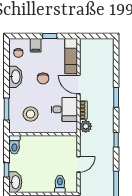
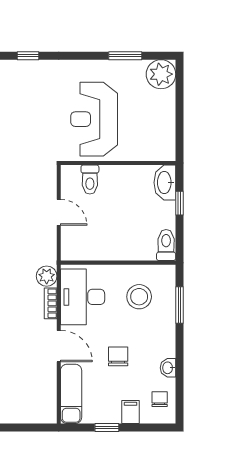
washbasin: (15, 77) -> (168, 368), width x0.52, depth x0.69
desk: (64, 109) -> (83, 297), width x1.37
door: (78, 164) -> (59, 212), swing flipped

